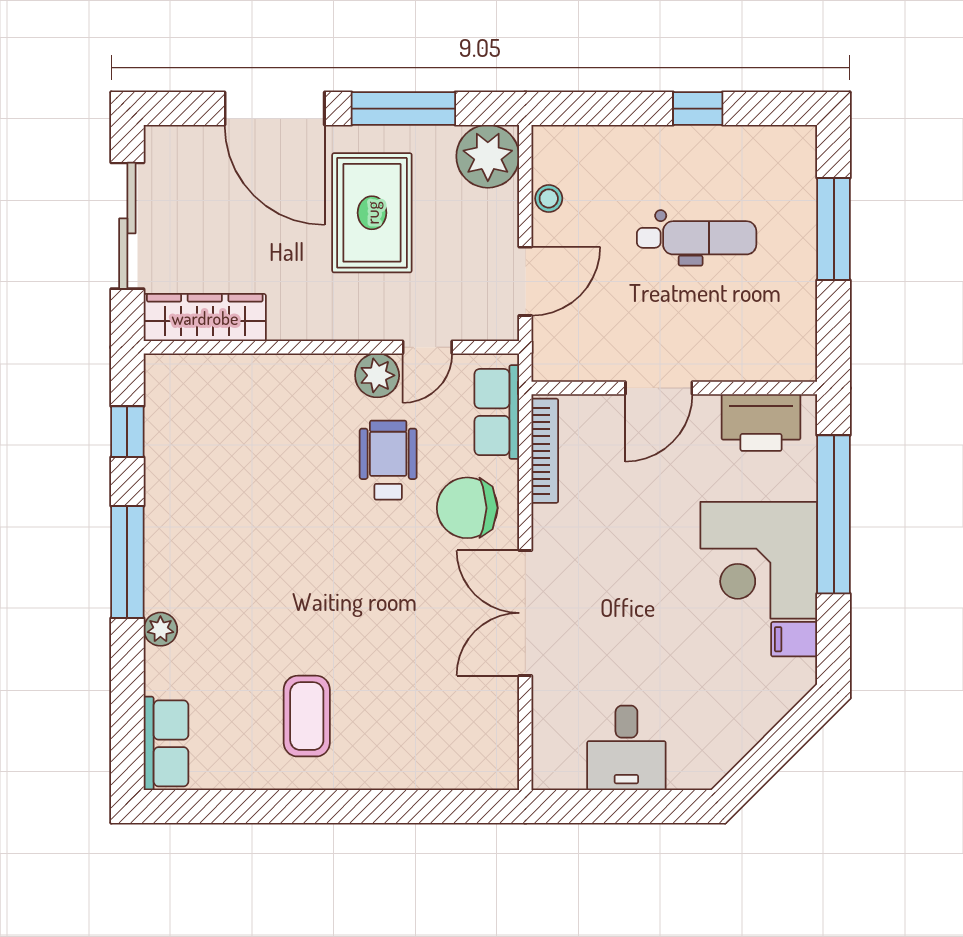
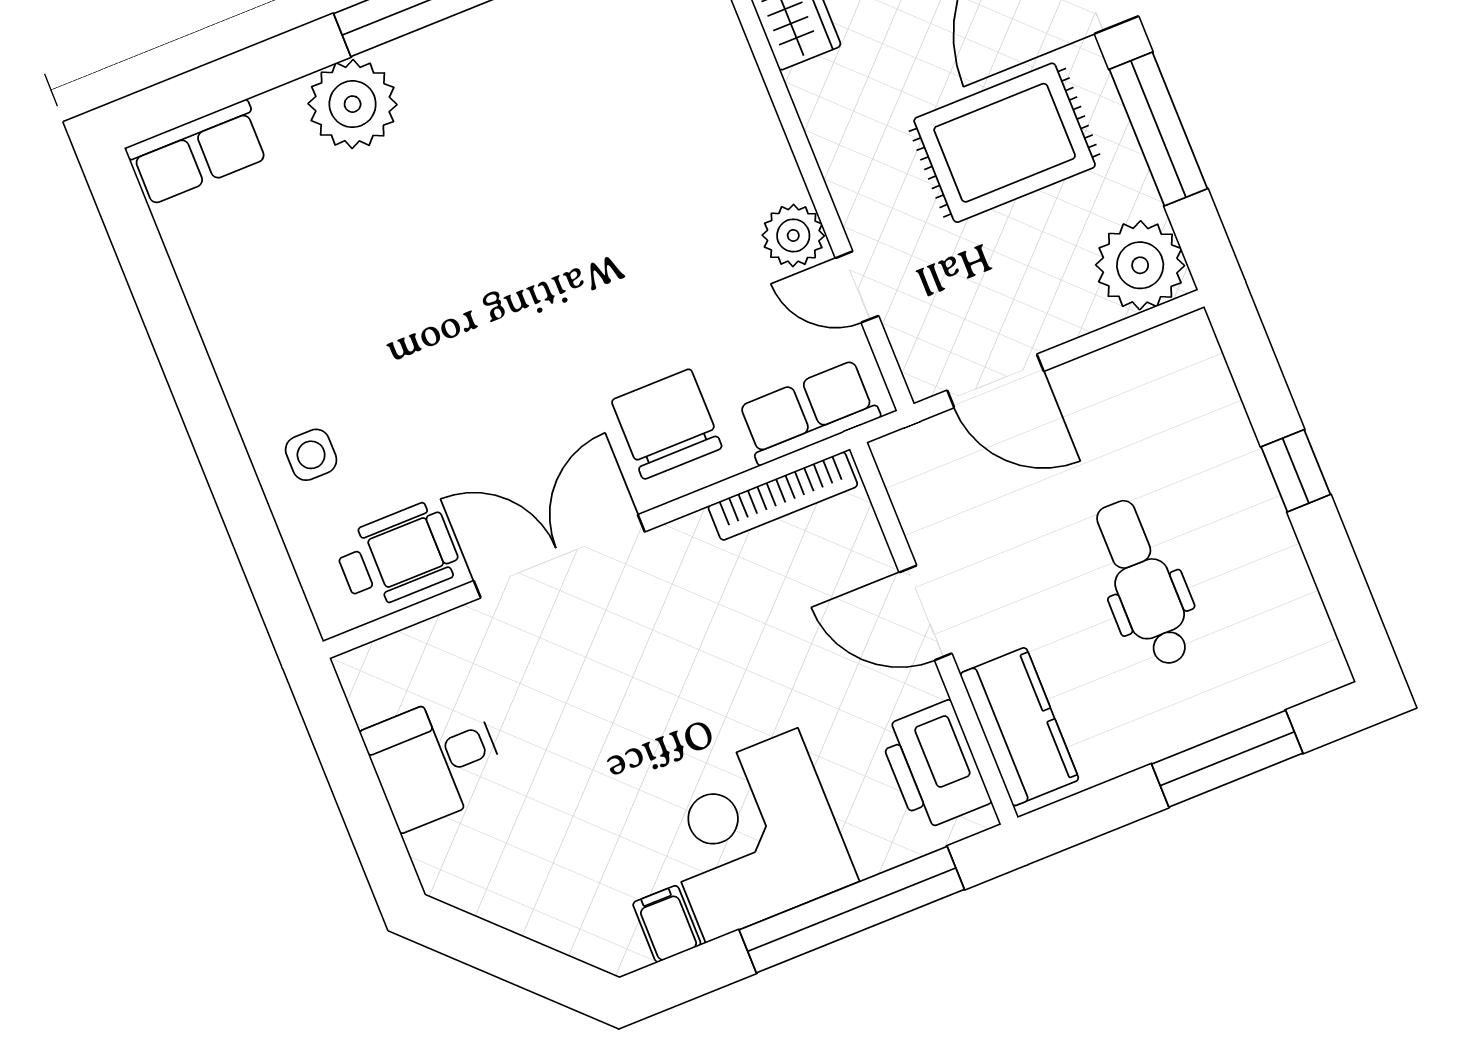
window: (698, 109) -> (1296, 471), moved
stool: (549, 198) -> (1117, 368), removed
dental chair: (697, 238) -> (1143, 583), turned 180
kitchen counter: (758, 357) -> (1019, 727), added
wheelchair: (388, 460) -> (397, 556), moved
plant: (160, 629) -> (353, 104), width x1.88, depth x1.88
coffee table: (307, 716) -> (308, 323), removed
side table: (394, 749) -> (311, 455), added

